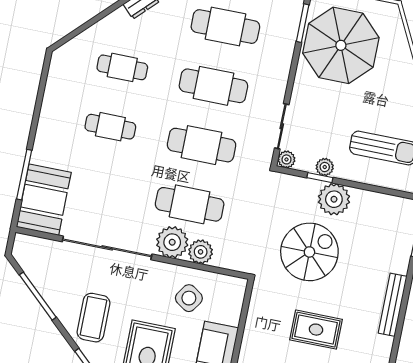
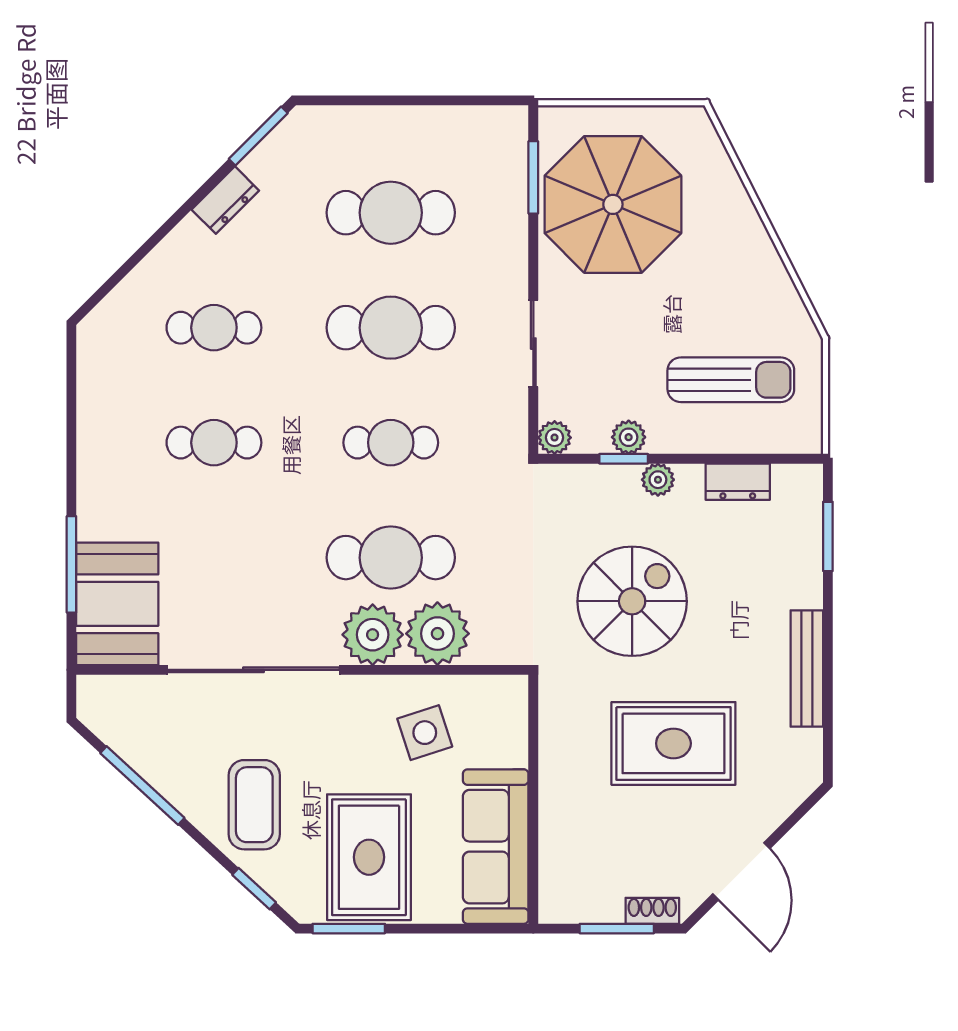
sliding door: (282, 126) -> (533, 344), moved
cafe table: (202, 145) -> (391, 443), width x0.73, depth x0.74
plant: (334, 199) -> (658, 480), width x0.53, depth x0.53
dresser: (376, 201) -> (738, 482), added
plant: (201, 252) -> (437, 634), width x1.36, depth x1.36
side table: (189, 298) -> (425, 733), turned 38
rug: (316, 330) -> (673, 743), width x1.36, depth x1.43

